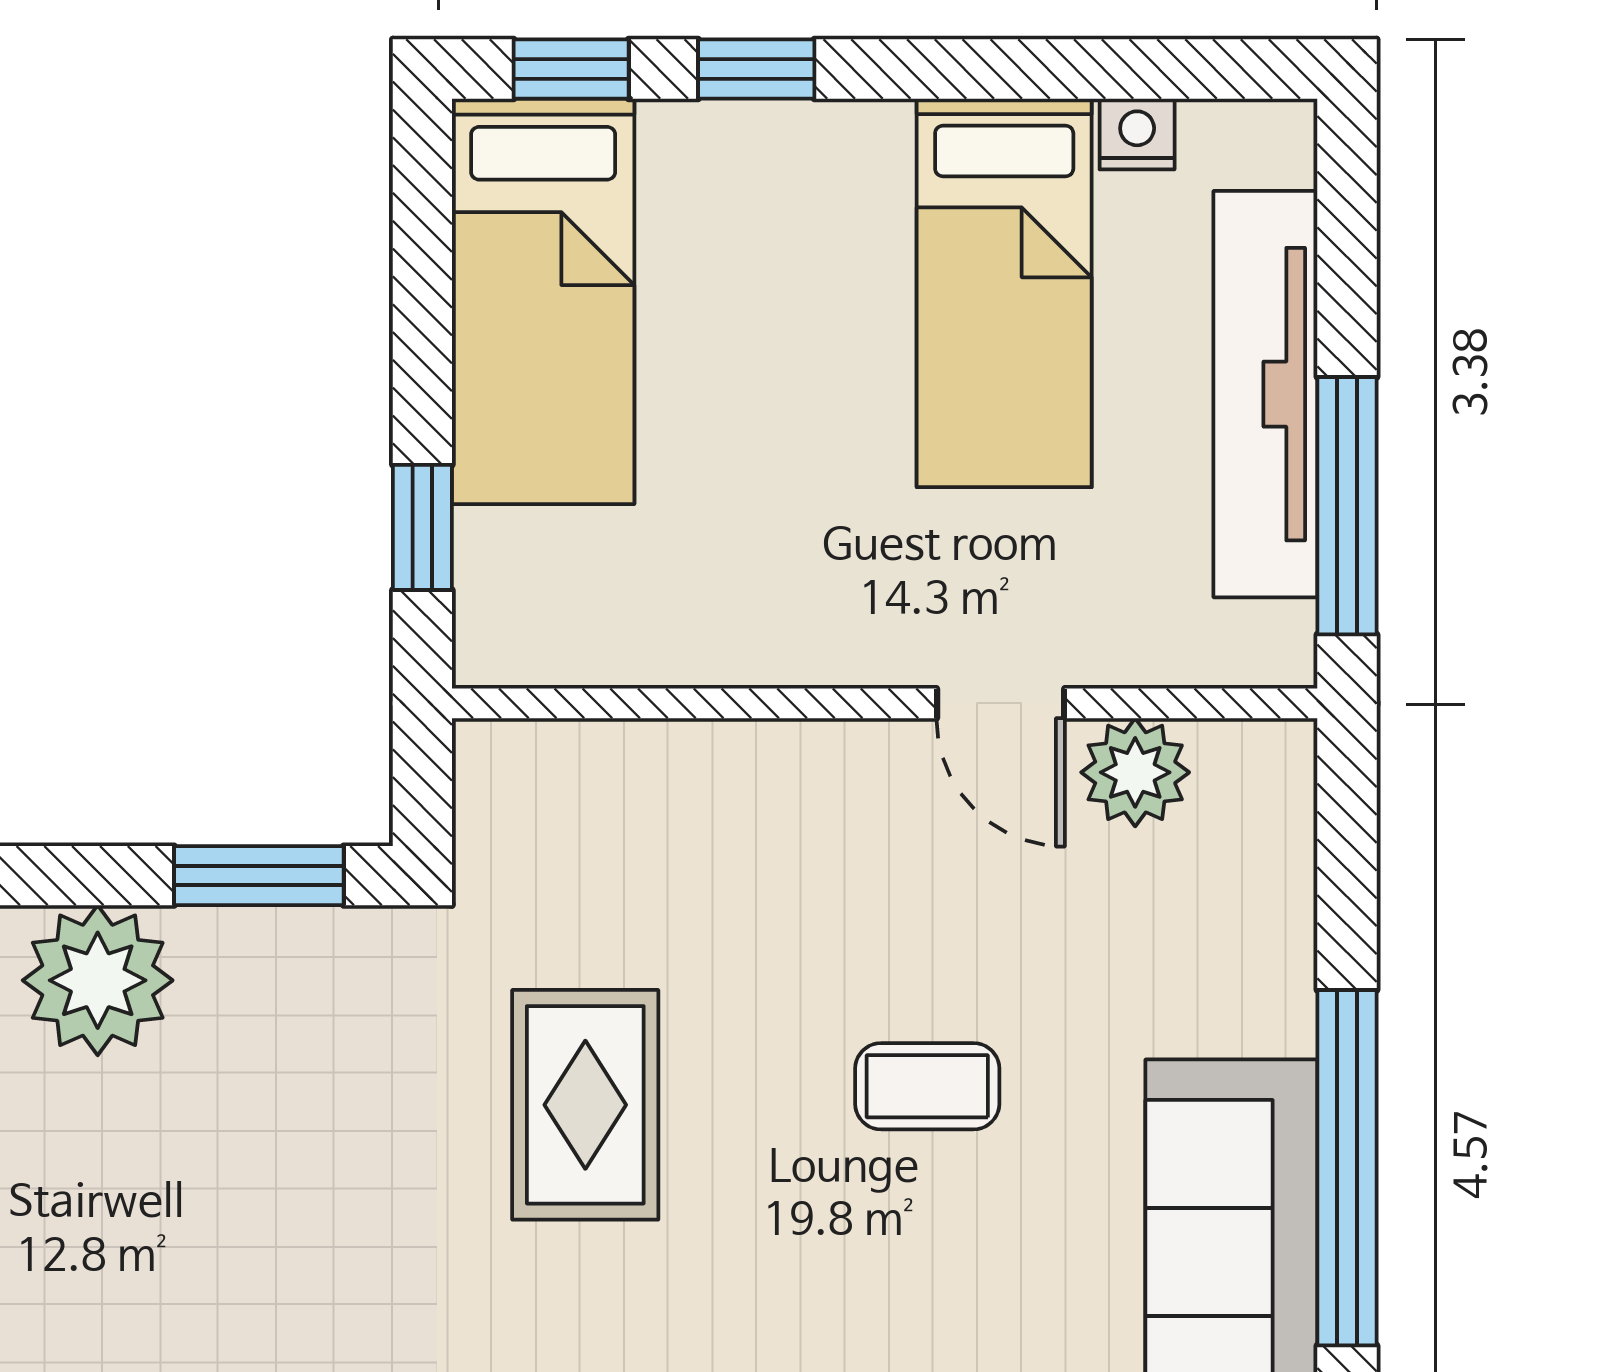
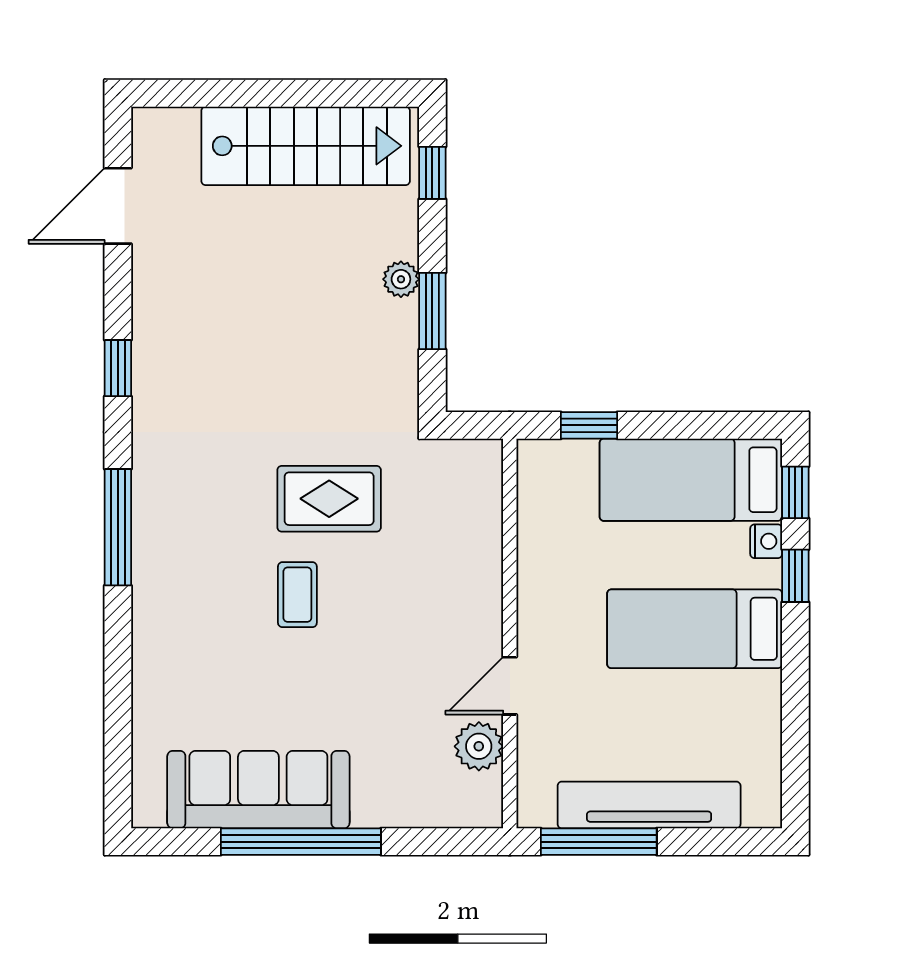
nightstand: (1137, 134) -> (766, 541), moved
bed: (1004, 293) -> (695, 629), moved
window: (259, 876) -> (432, 311), moved
plant: (98, 980) -> (401, 279), width x0.53, depth x0.53
coffee table: (927, 1086) -> (297, 595), moved

